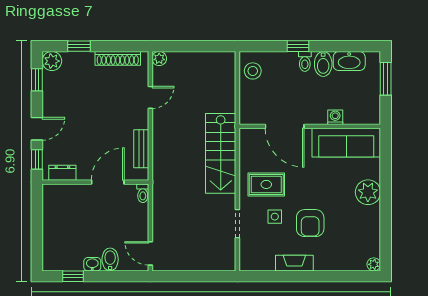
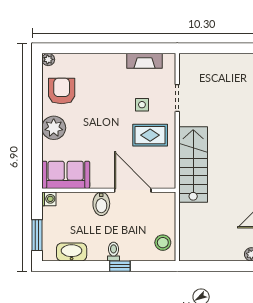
bidet: (323, 64) -> (101, 204), moved, turned 180
washing machine: (335, 117) -> (49, 199), moved, turned -90
sofa: (346, 143) -> (66, 175), width x0.73
armchair: (310, 223) -> (62, 91), moved
fireplace: (294, 263) -> (145, 61), moved

